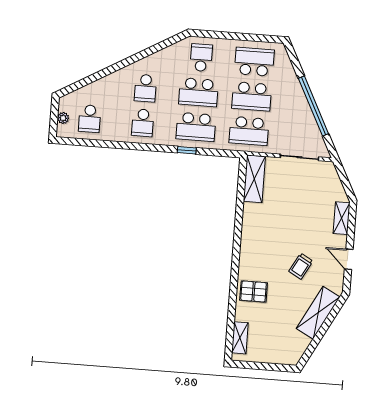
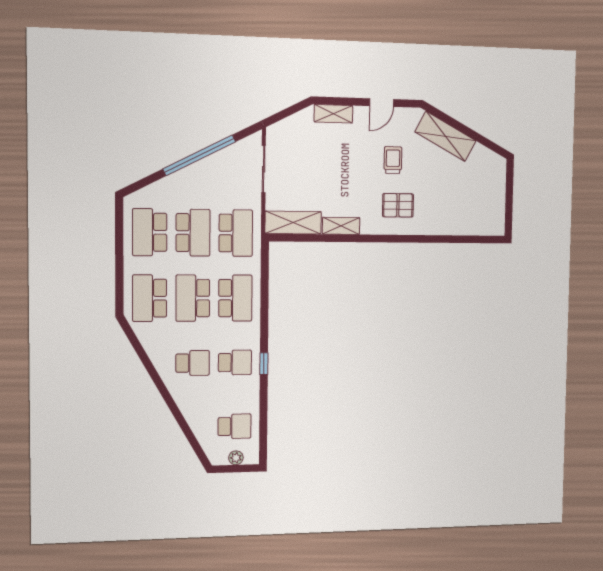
school desk: (201, 58) -> (150, 298), width x1.85
school desk: (199, 92) -> (193, 298), turned 180
window: (187, 150) -> (264, 364), moved
trolley: (301, 266) -> (393, 160), turned -119
pallet: (254, 291) -> (398, 205), moved, turned 90
shelving: (240, 338) -> (341, 226), moved

